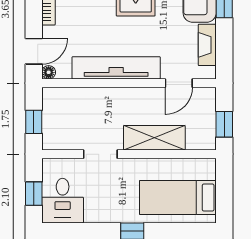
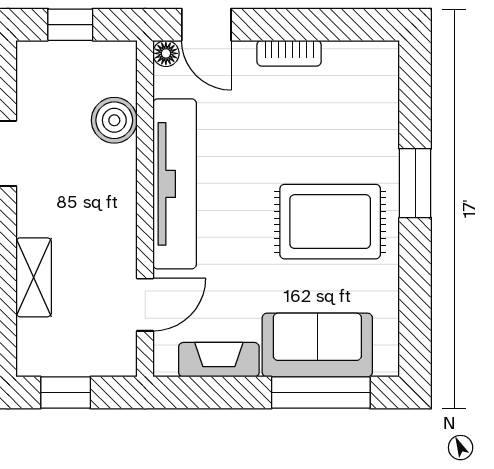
door: (179, 83) -> (145, 305), swing flipped
boiler: (83, 99) -> (114, 120), added
shelving: (154, 138) -> (34, 277), width x0.67, depth x0.75

